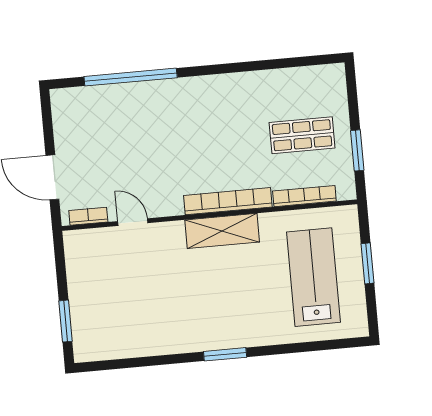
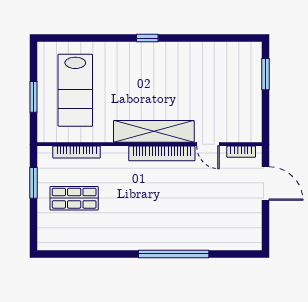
window: (131, 77) -> (174, 254), moved
bookcase: (228, 201) -> (162, 153), moved
shelving: (222, 231) -> (154, 131), width x1.47
window: (225, 354) -> (147, 38), width x0.67

